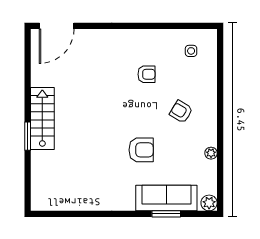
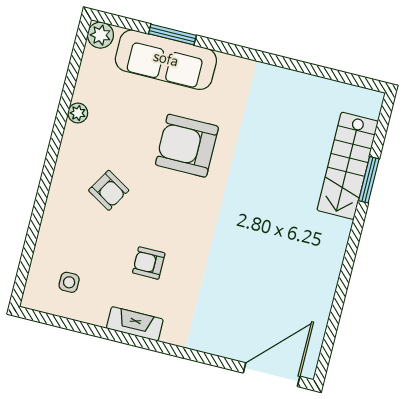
fireplace: (146, 36) -> (135, 324), added
stairs: (42, 119) -> (348, 166), moved
window: (28, 136) -> (369, 180), moved
armchair: (141, 150) -> (187, 146), width x1.36, depth x1.36

